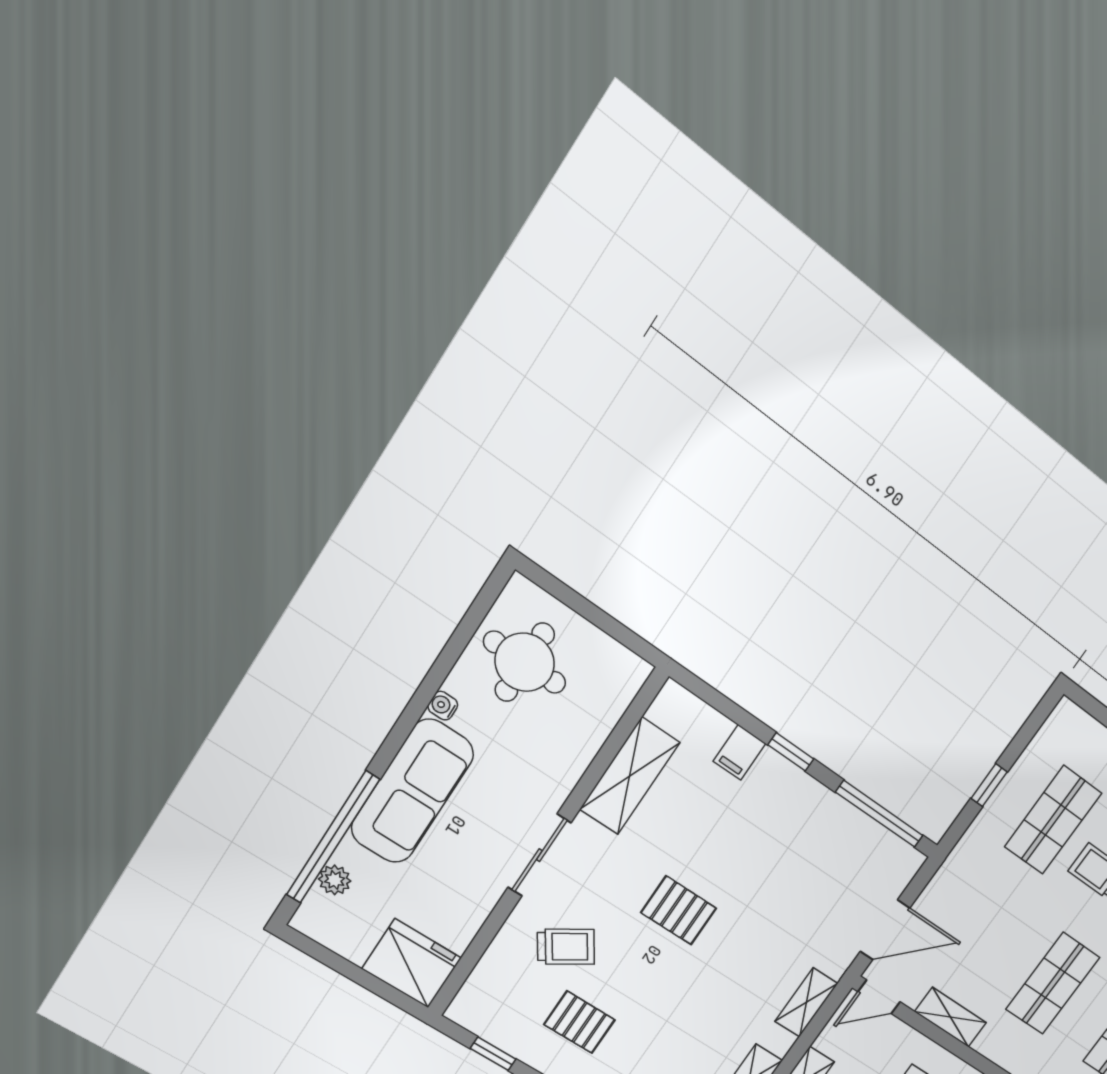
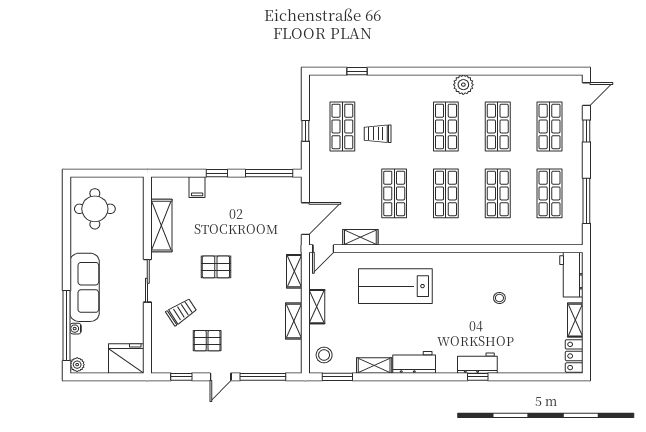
water cooler: (443, 706) -> (76, 329), moved
plant: (335, 880) -> (77, 365), moved

